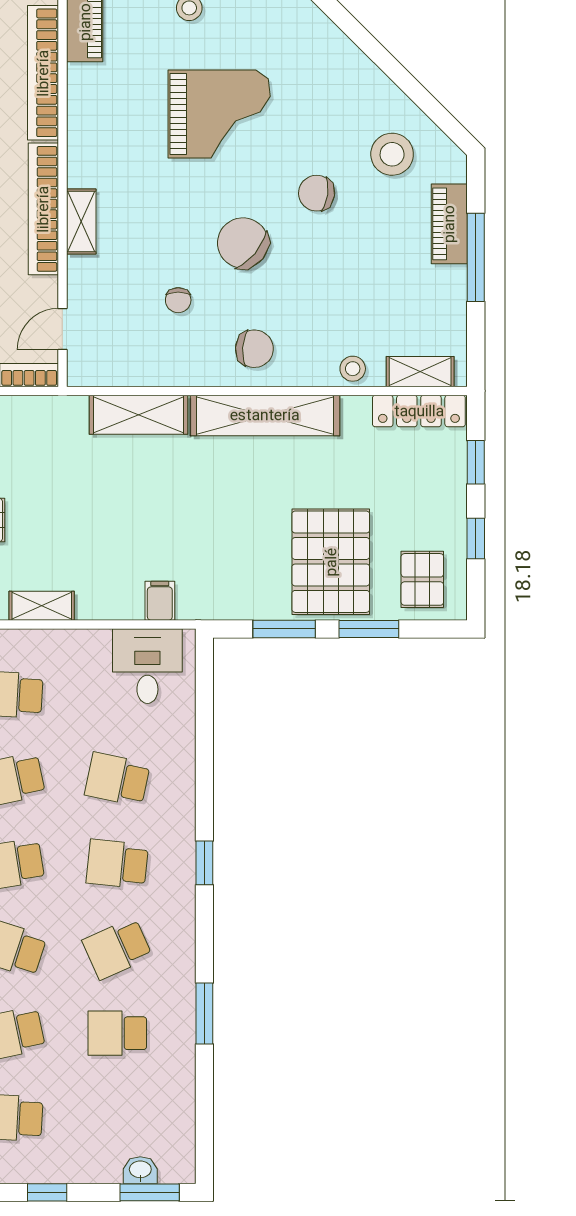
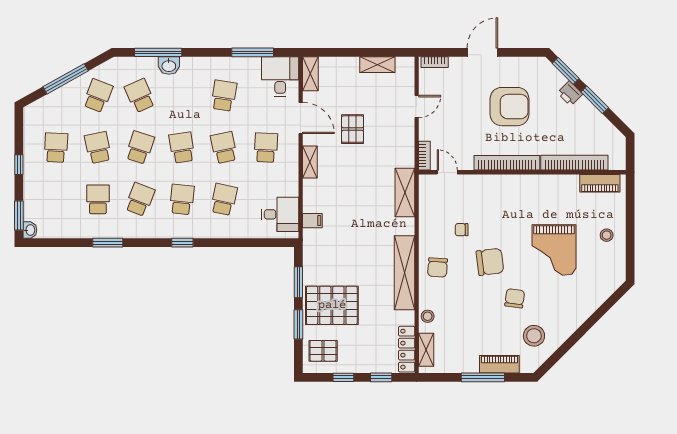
shelving: (81, 221) -> (501, 182), removed
chair: (243, 243) -> (490, 262), turned 43
shelving: (139, 415) -> (405, 193), moved
school desk: (117, 949) -> (140, 199), turned 45
washbasin: (140, 1170) -> (30, 230), moved

